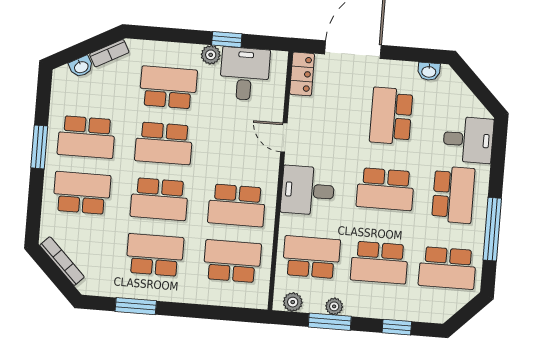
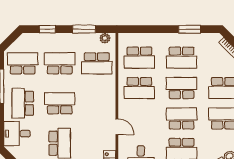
desk: (308, 191) -> (102, 99), removed
school desk: (237, 205) -> (139, 88), turned 180
plant: (334, 306) -> (82, 38), removed

